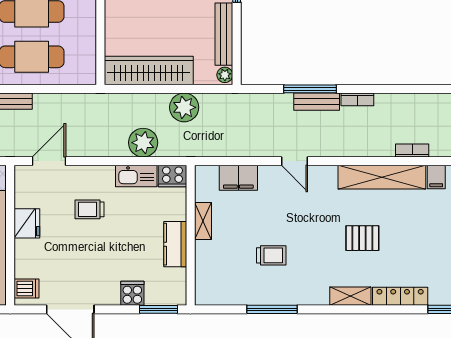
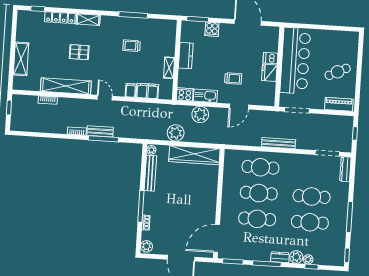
door: (49, 161) -> (239, 106), moved
door: (295, 161) -> (105, 98), moved
filing cabinet: (436, 177) -> (131, 90), moved
dishwasher: (27, 289) -> (270, 58), moved

